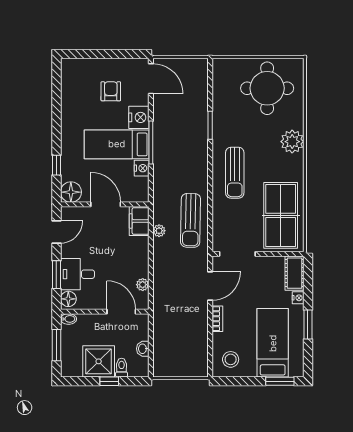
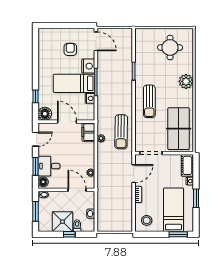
round table: (267, 88) -> (170, 47), width x0.73, depth x0.73

